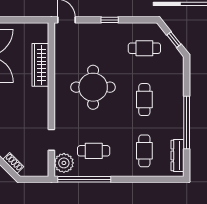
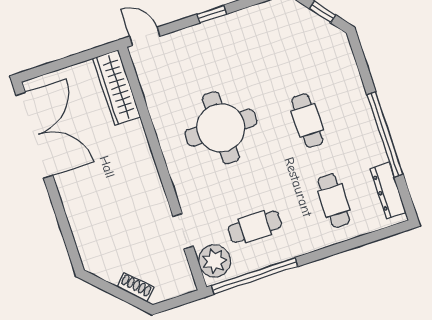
cafe table: (144, 48) -> (281, 40), removed
wardrobe: (40, 65) -> (117, 88), moved

